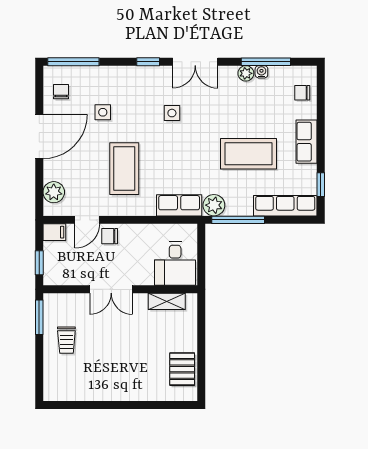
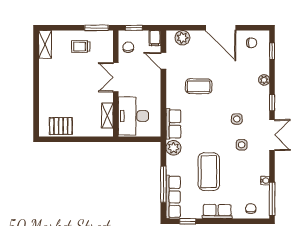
window: (73, 62) -> (272, 51), width x0.46
double door: (195, 62) -> (272, 135), swing flipped
window: (266, 62) -> (272, 199), moved
plant: (246, 73) -> (264, 80), moved
side table: (103, 112) -> (242, 145), moved
coffee table: (124, 169) -> (199, 86), width x0.73, depth x0.76
window: (238, 220) -> (163, 184), moved
chair: (110, 236) -> (128, 47), moved
desk: (175, 264) -> (133, 116), width x1.37
shelving: (63, 392) -> (45, 44), added

